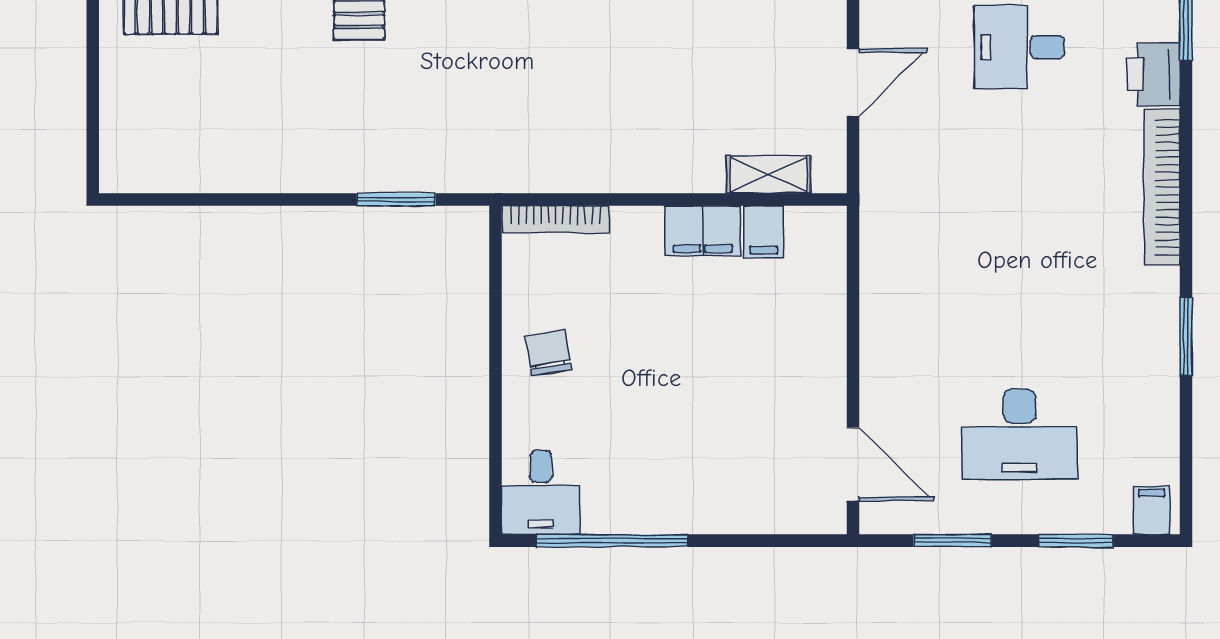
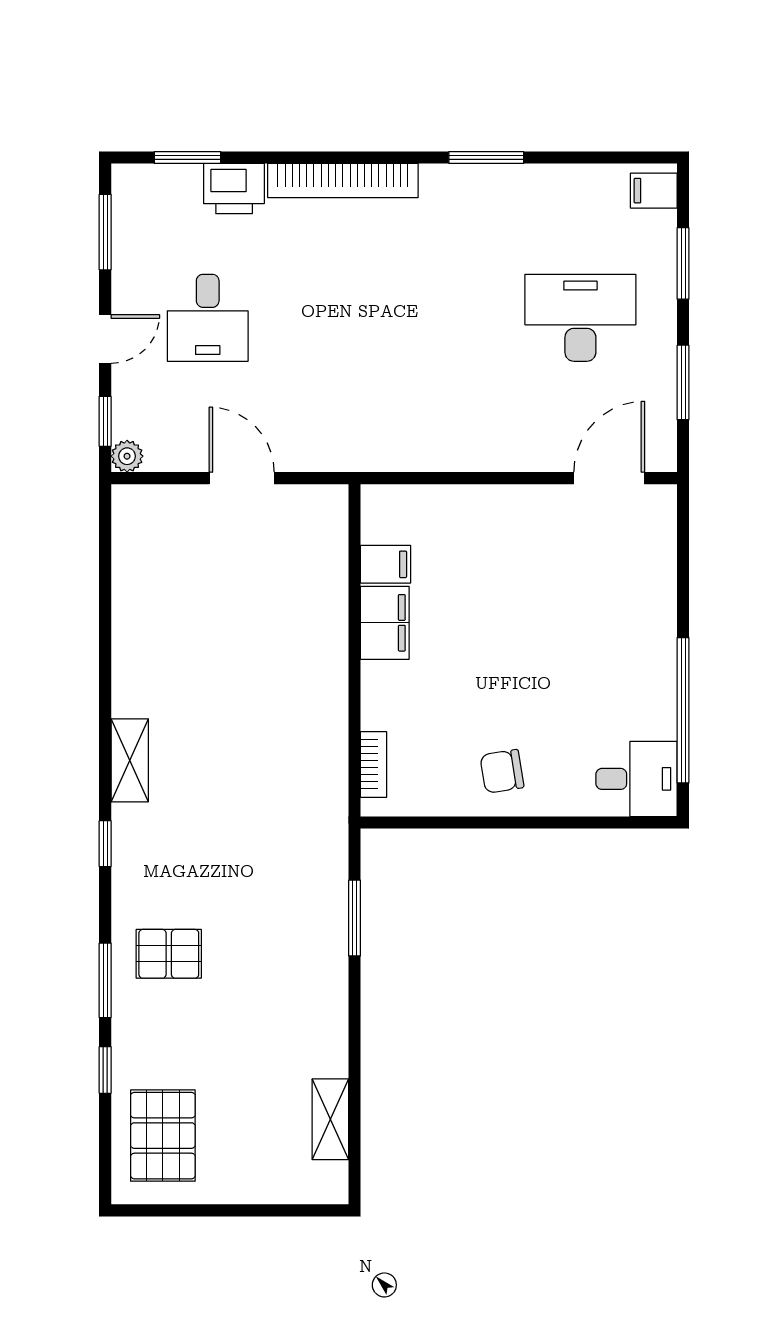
shelving: (769, 174) -> (330, 1119), moved
bookcase: (556, 219) -> (374, 764), width x0.64
desk: (1020, 434) -> (580, 318), turned -90

